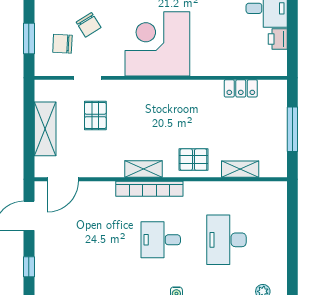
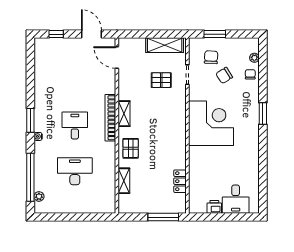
shelving: (45, 129) -> (165, 45), moved
window: (292, 129) -> (163, 217), moved

